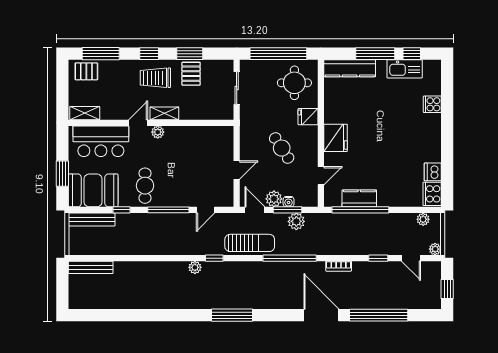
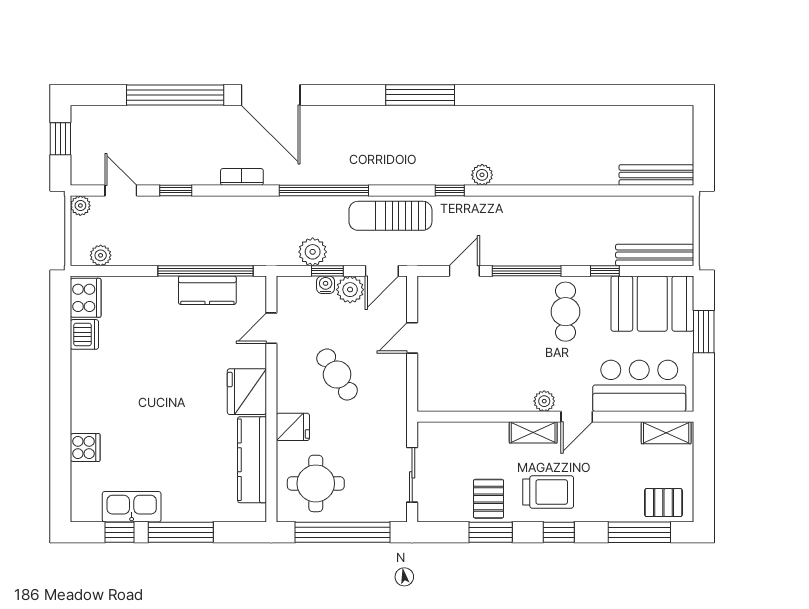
kitchen counter: (350, 68) -> (252, 460), moved, turned -90
door: (255, 210) -> (382, 271), hinge flipped
window: (287, 210) -> (327, 271), width x0.67

